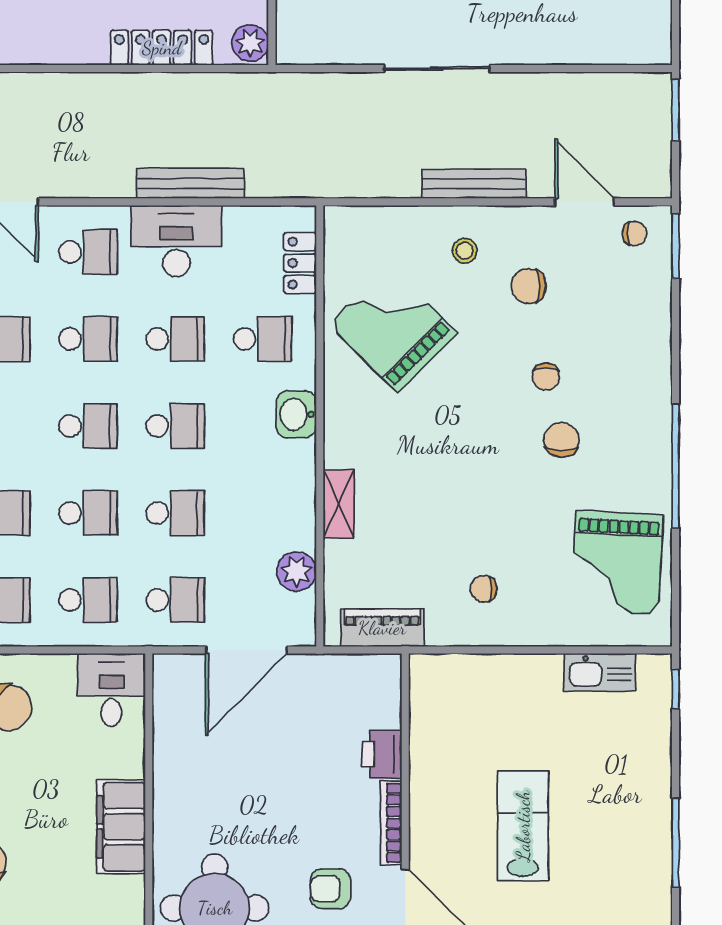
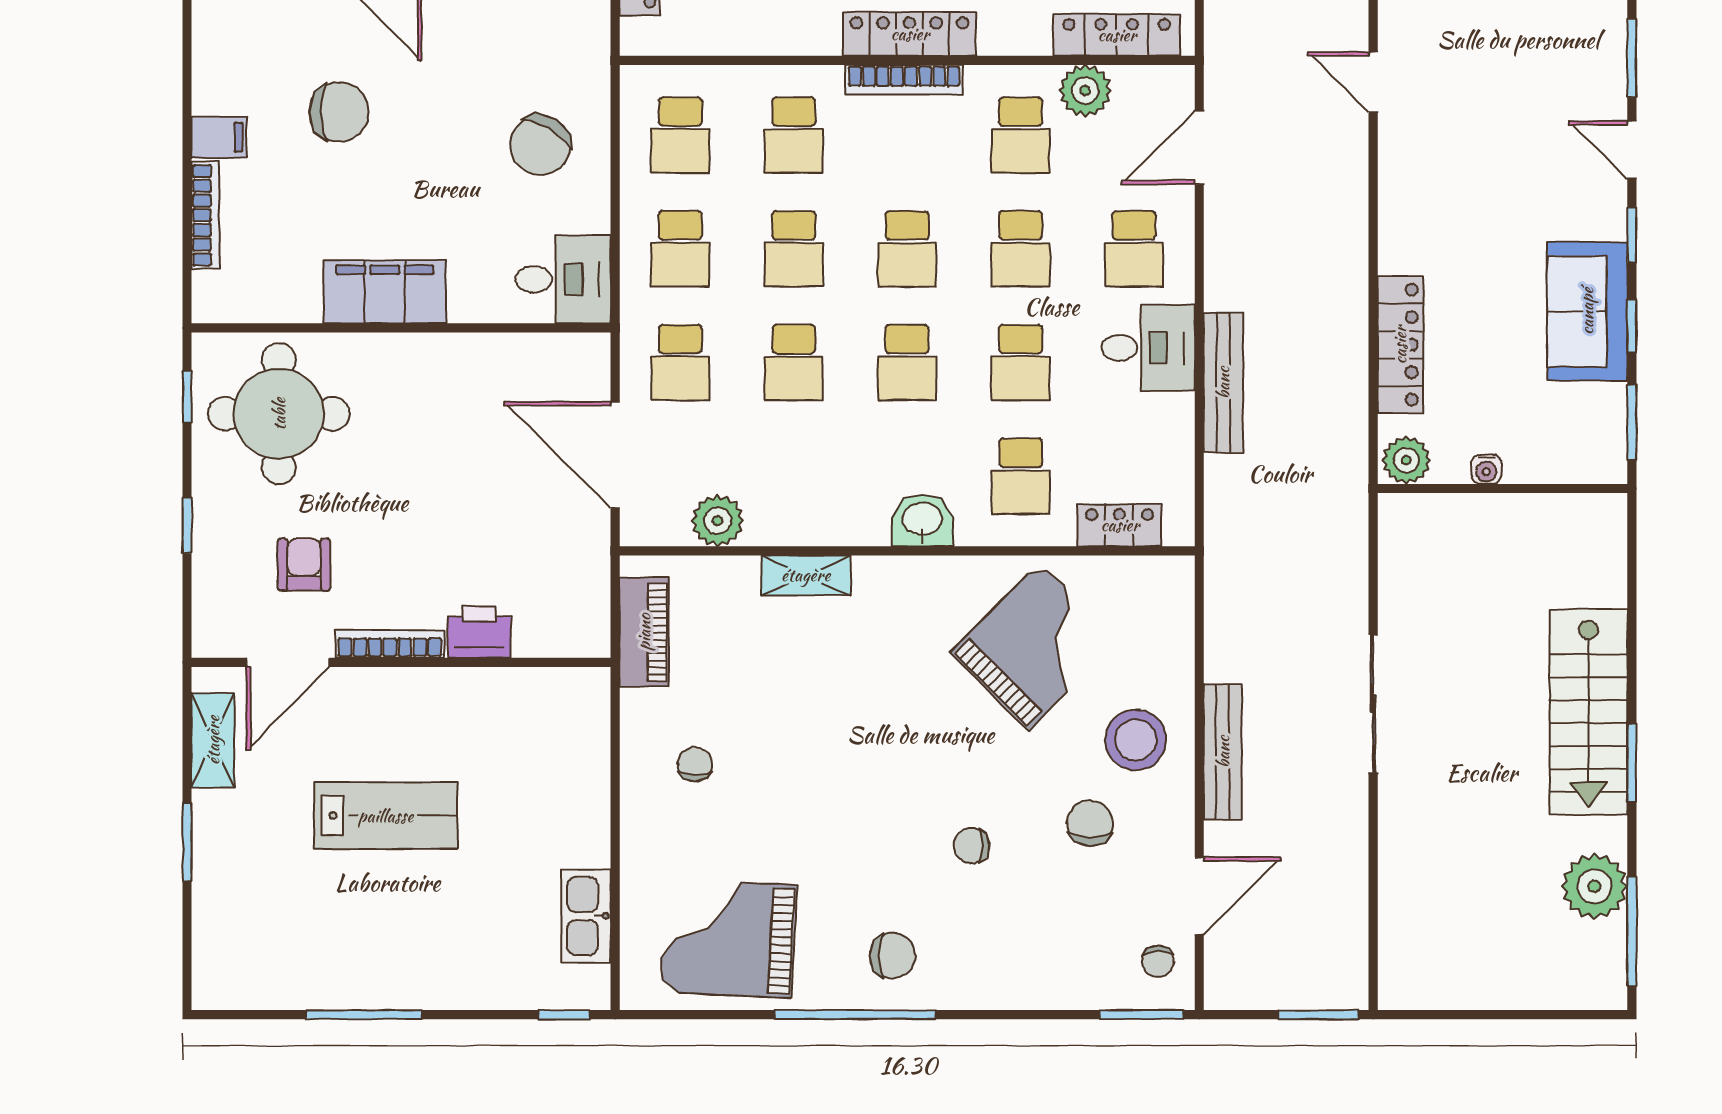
desk: (176, 241) -> (1148, 348), width x0.73
stool: (465, 251) -> (1136, 740), width x1.89, depth x1.89
chair: (561, 440) -> (893, 956), moved

